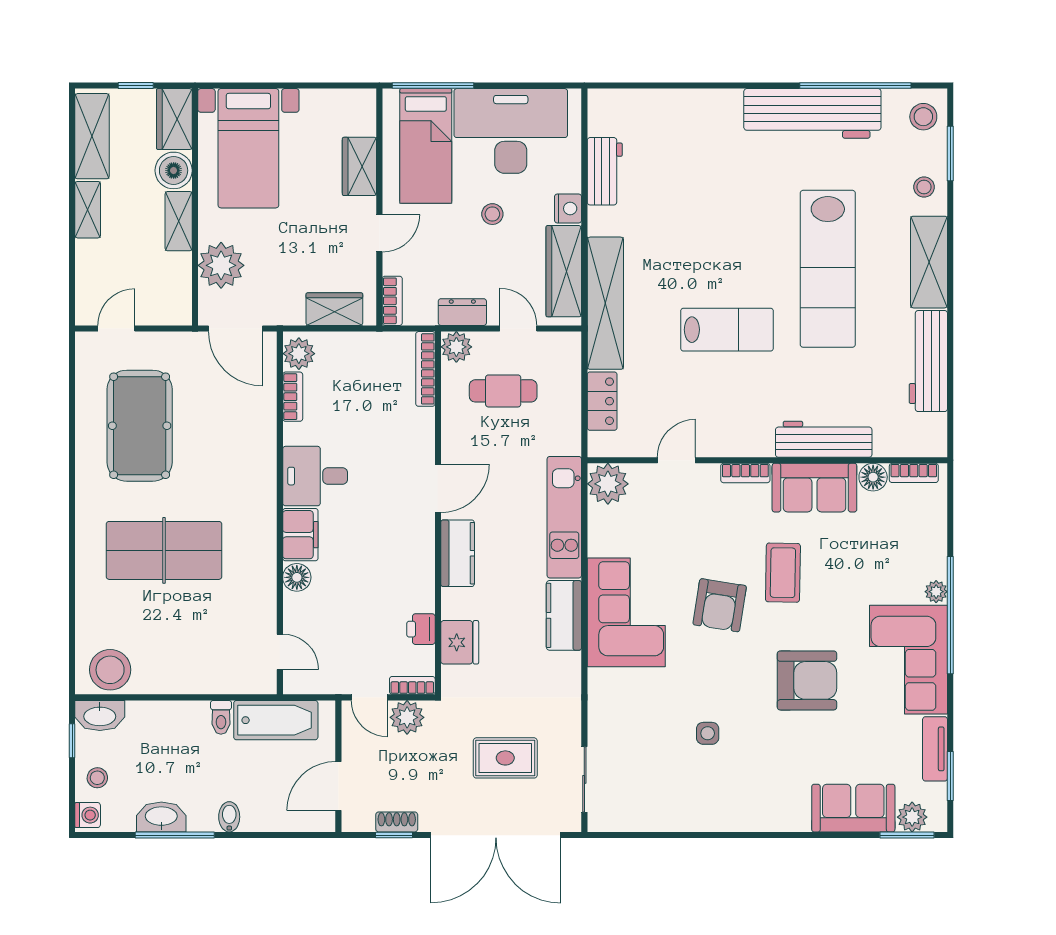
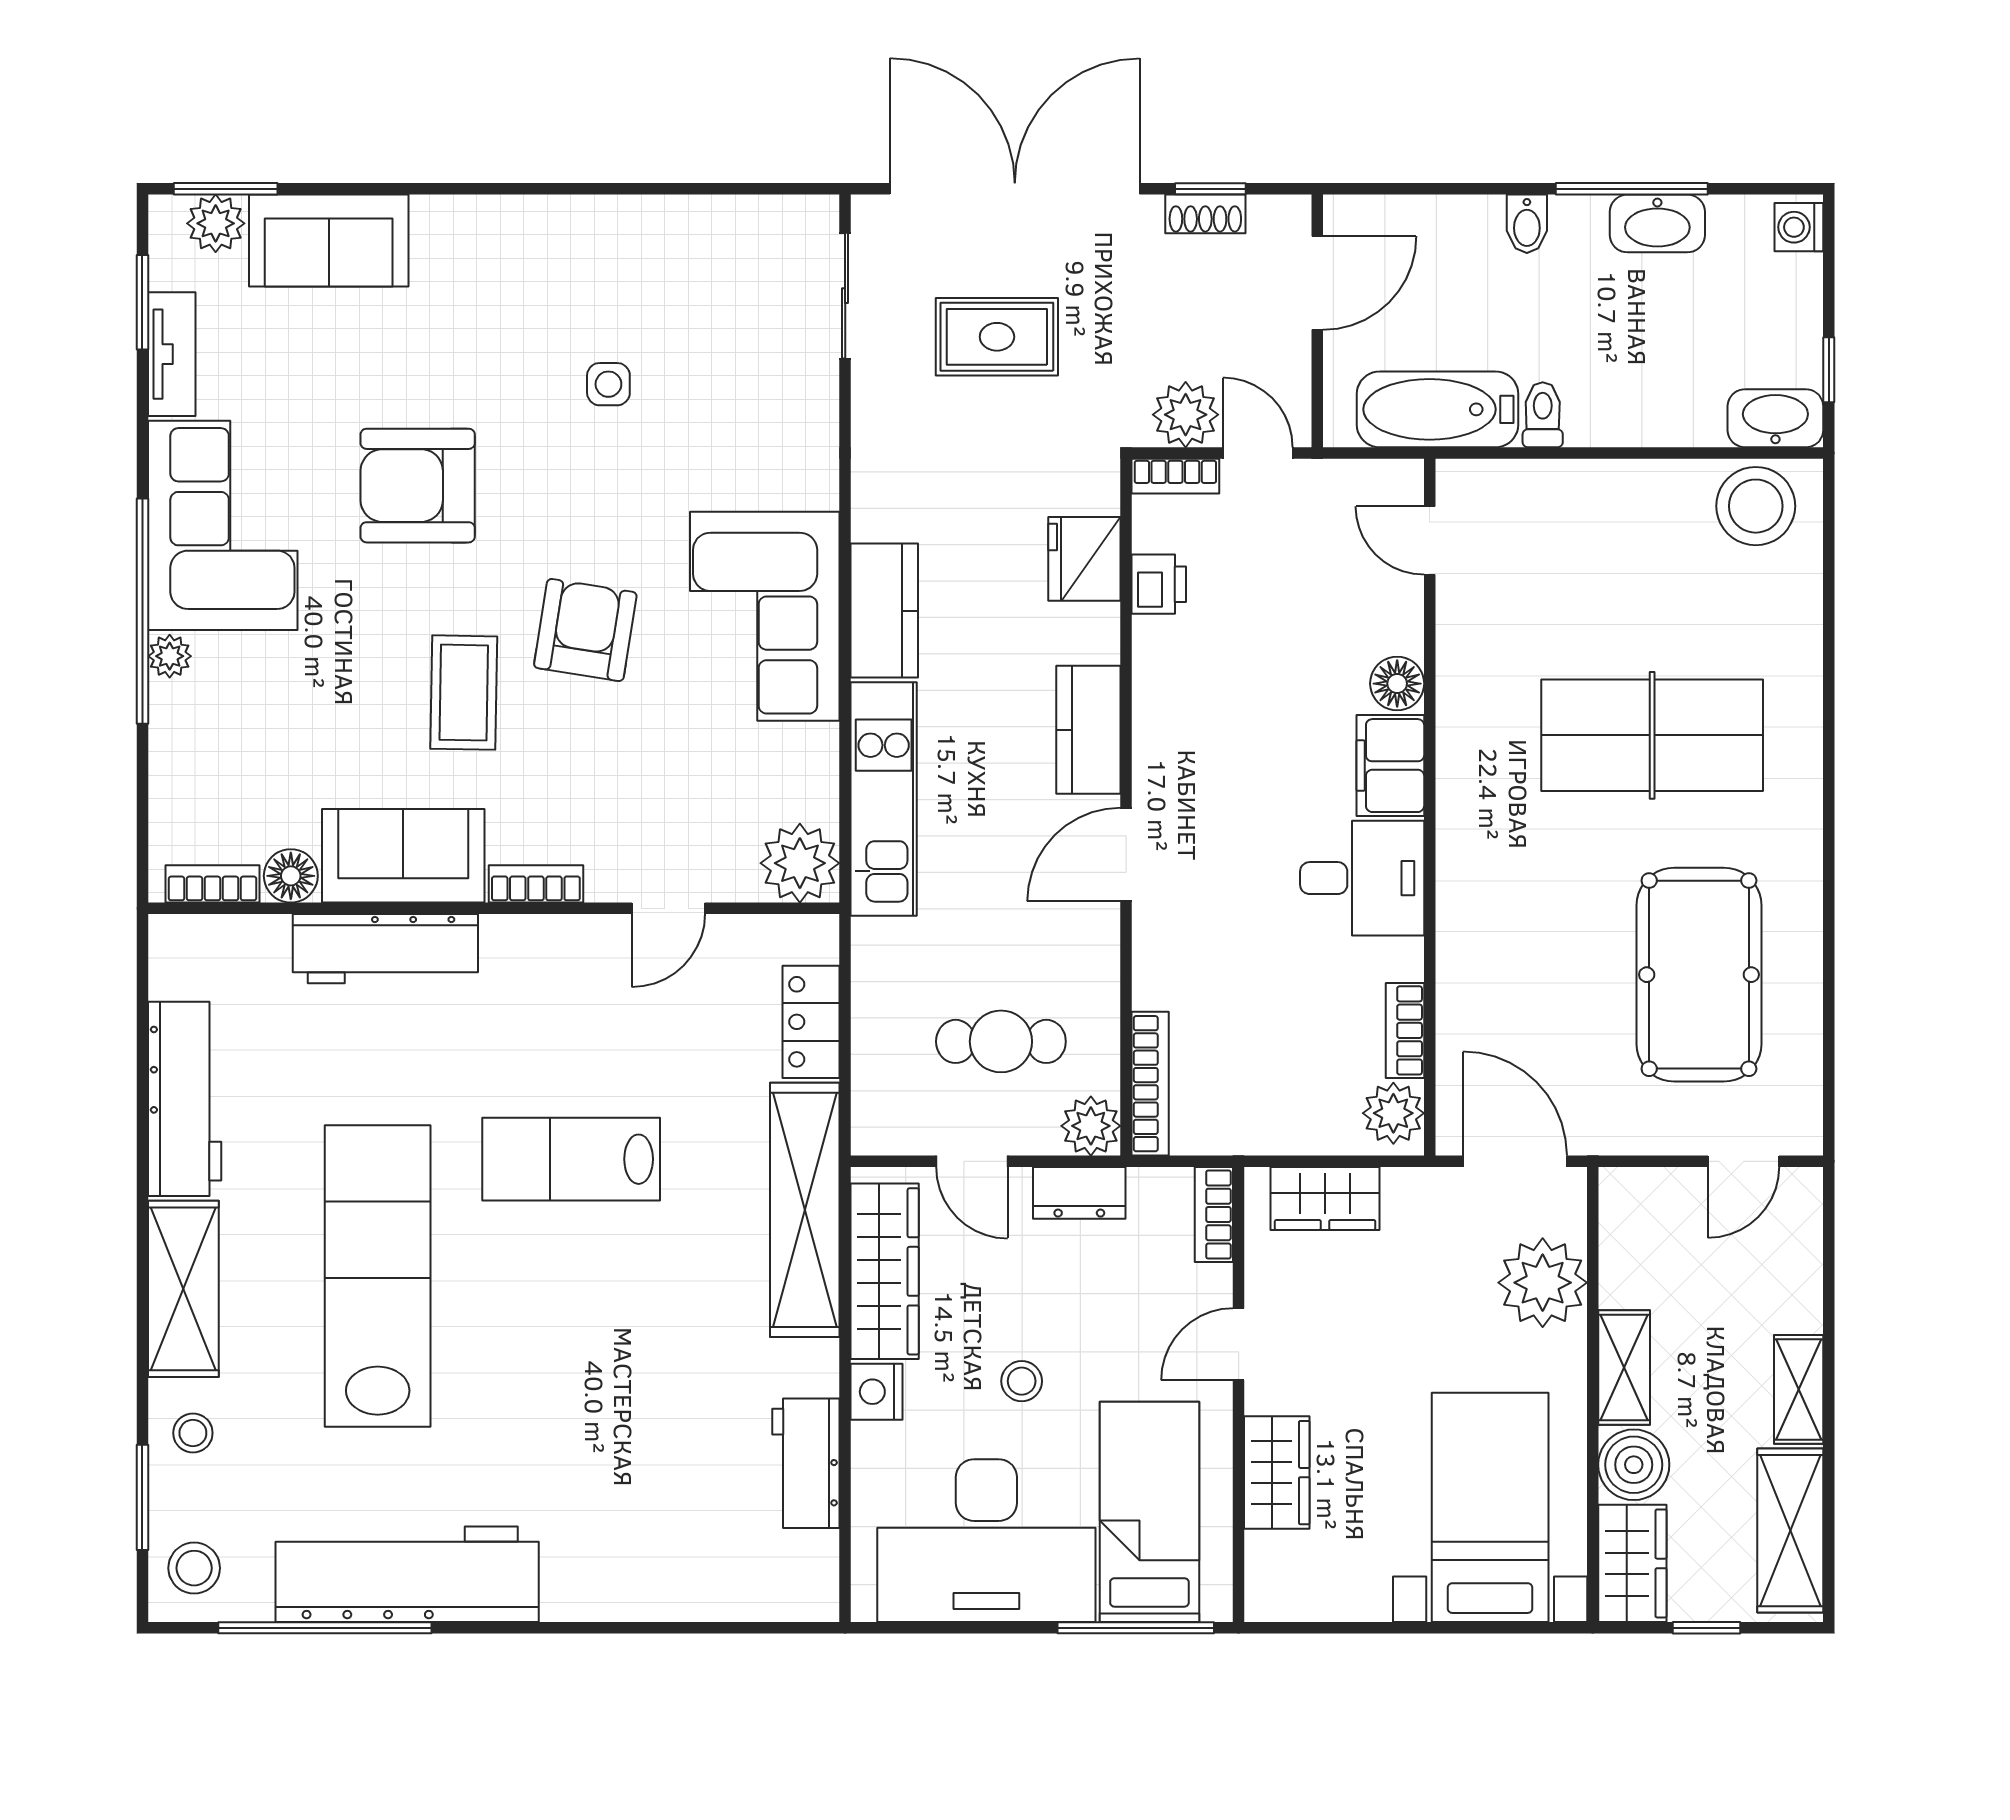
stool: (97, 778) -> (1780, 299), removed

